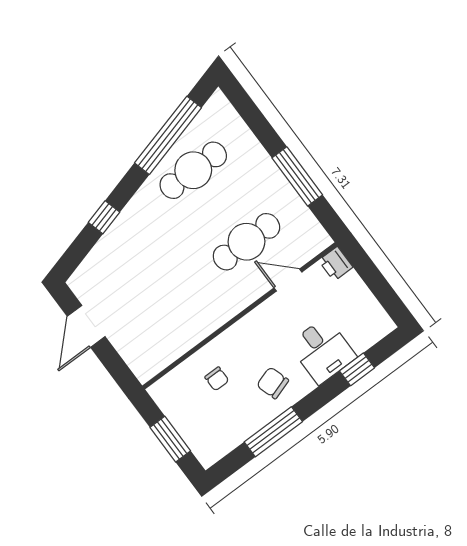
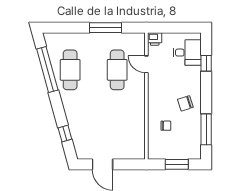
window: (104, 217) -> (65, 133), moved
door: (288, 280) -> (146, 64), hinge flipped
desk: (323, 351) -> (187, 53), moved
window: (273, 432) -> (206, 129), moved

